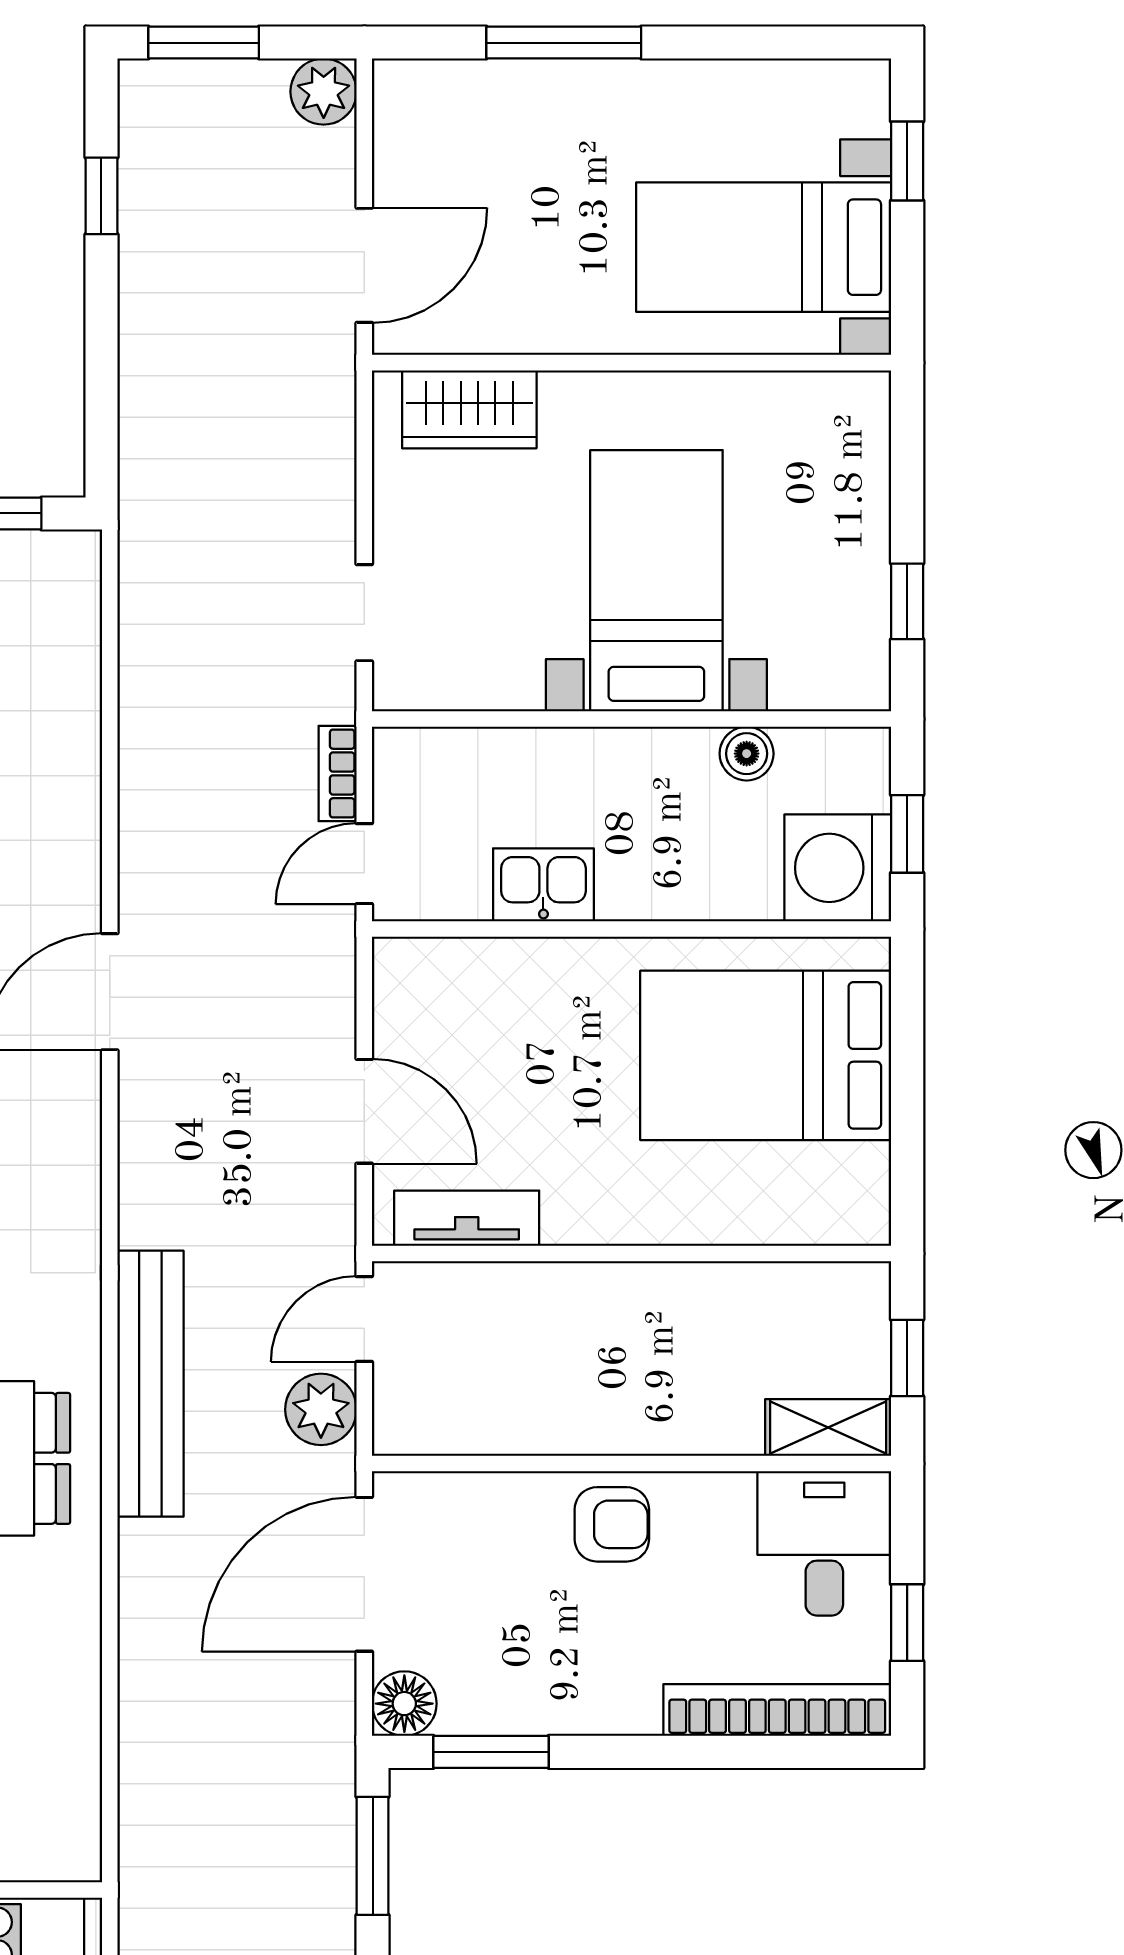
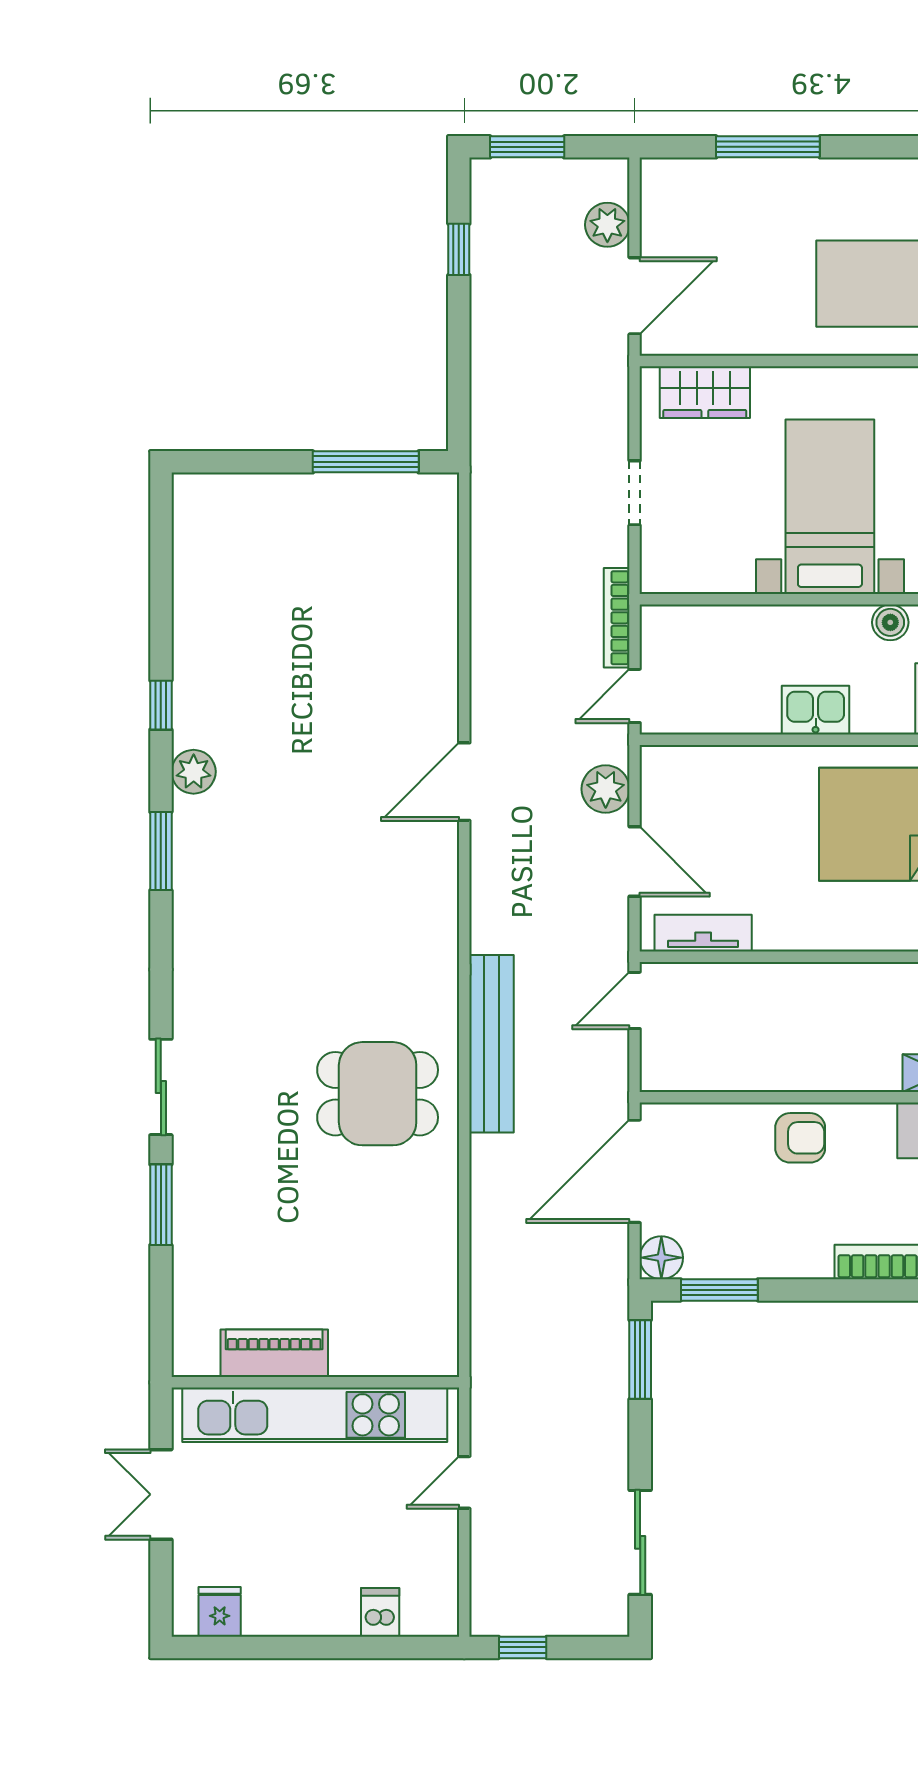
plant: (324, 92) -> (607, 225), moved
doorway: (364, 613) -> (635, 493), moved
bookcase: (338, 774) -> (617, 618), width x1.56
kitchen sink: (543, 885) -> (816, 710), moved
plant: (321, 1409) -> (606, 789), moved

